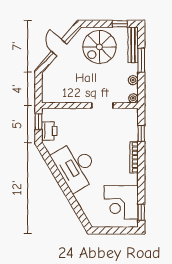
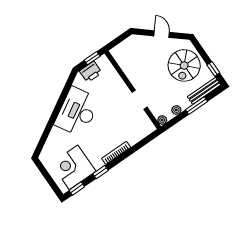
spiral stairs: (99, 47) -> (184, 65), turned -90
door: (59, 48) -> (162, 34), hinge flipped
window: (141, 133) -> (101, 172), moved

